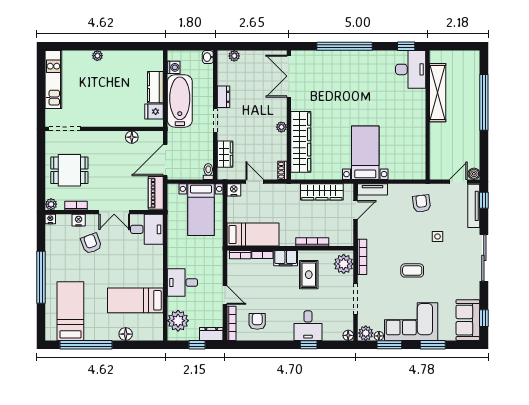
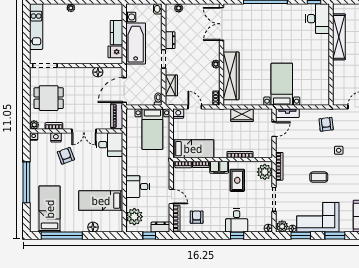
wardrobe: (322, 192) -> (242, 115), width x0.67

